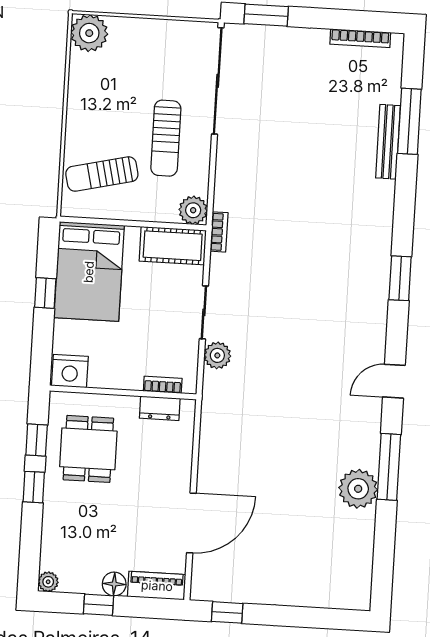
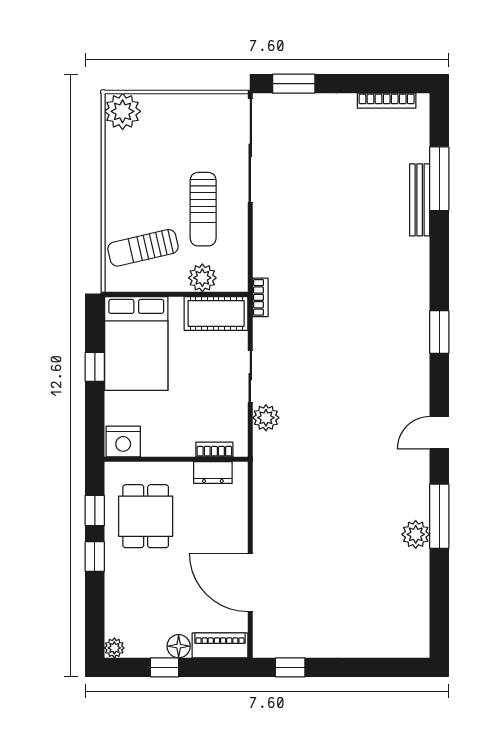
plant: (193, 210) -> (202, 278), moved
plant: (358, 489) -> (416, 534), width x0.73, depth x0.73
door: (191, 523) -> (250, 582), swing flipped

